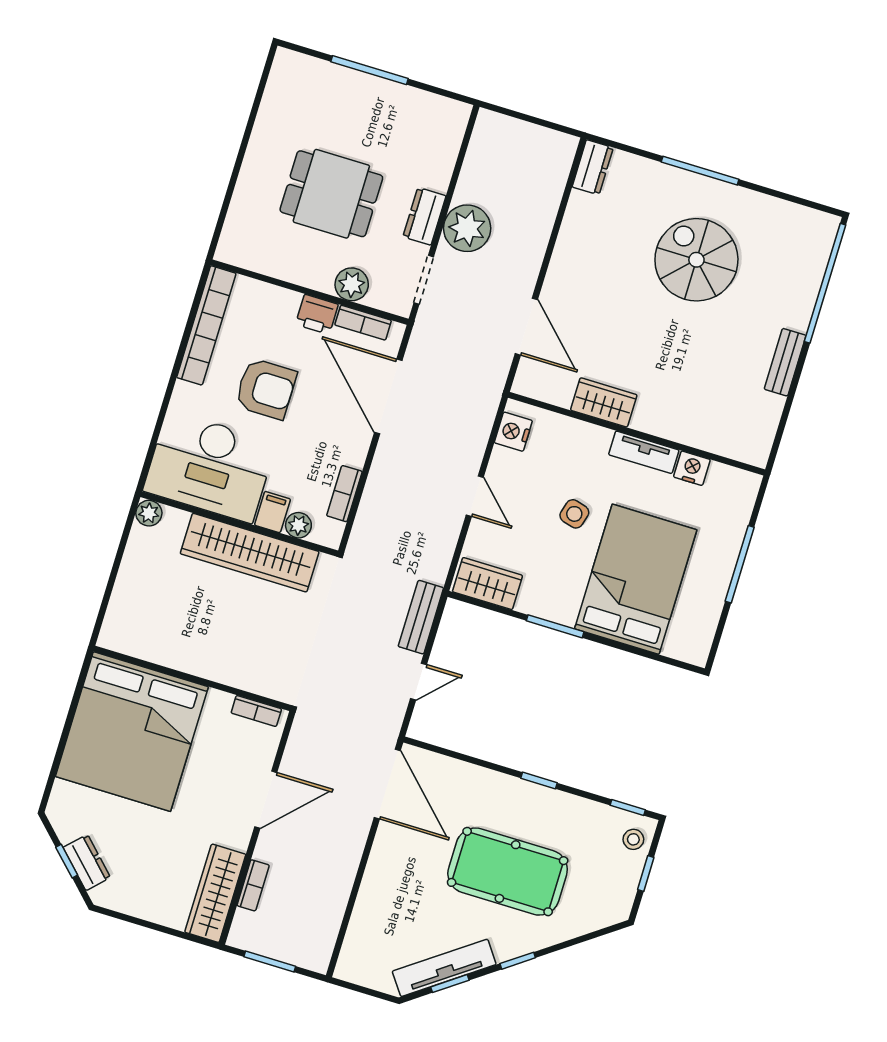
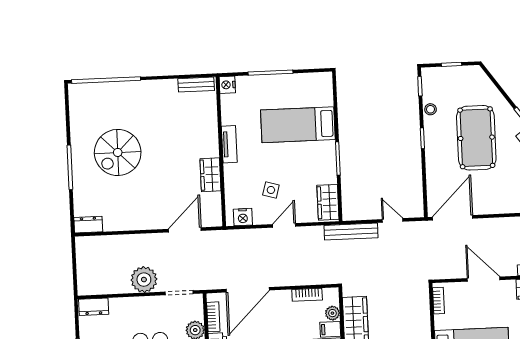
dresser: (424, 216) -> (94, 307), moved
bench: (785, 362) -> (196, 85), moved
nightstand: (692, 468) -> (227, 85), moved
side table: (574, 514) -> (271, 190), moved
bed: (636, 579) -> (298, 125), width x0.67
bench: (421, 617) -> (351, 232), width x1.36
stool: (633, 839) -> (431, 109), moved

